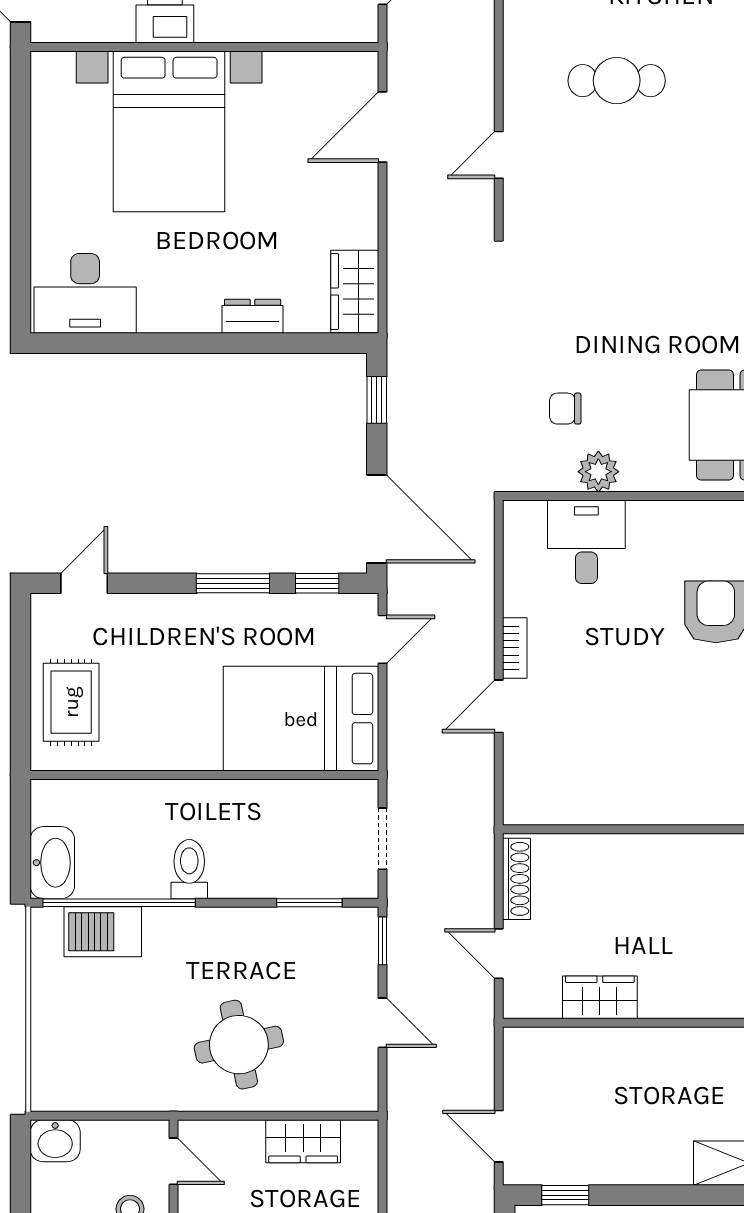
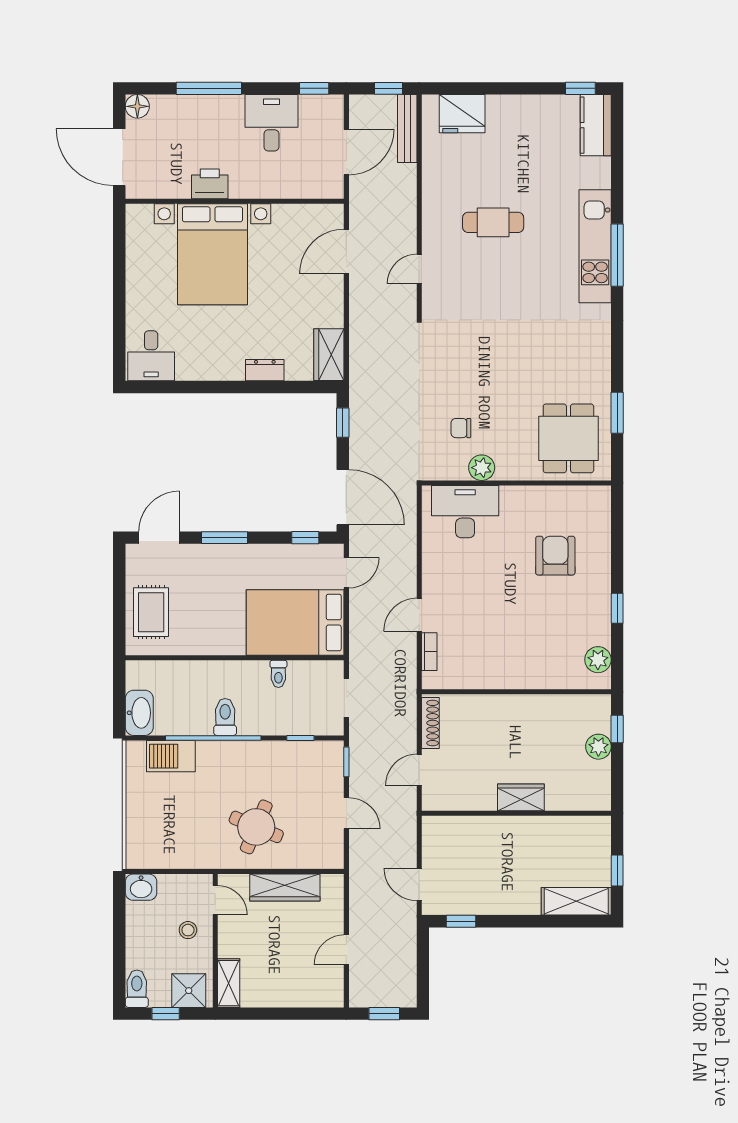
desk: (85, 293) -> (151, 356), width x0.73
desk: (586, 542) -> (465, 512), width x1.37
door: (84, 583) -> (159, 538), width x1.38
window: (233, 583) -> (224, 538), moved
bookcase: (515, 648) -> (429, 652), moved
toilet: (274, 801) -> (278, 674), added
window: (119, 903) -> (213, 738), moved
window: (309, 903) -> (300, 738), width x0.67
door: (499, 954) -> (419, 770), hinge flipped
wardrobe: (600, 997) -> (521, 797), moved
round table: (239, 1045) -> (256, 827), turned 35
wardrobe: (303, 1141) -> (285, 887), width x1.50

